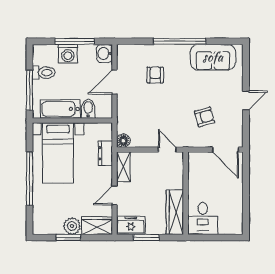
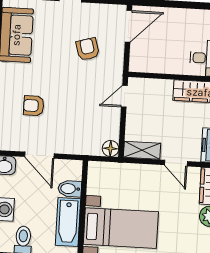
dresser: (105, 153) -> (124, 171), removed

